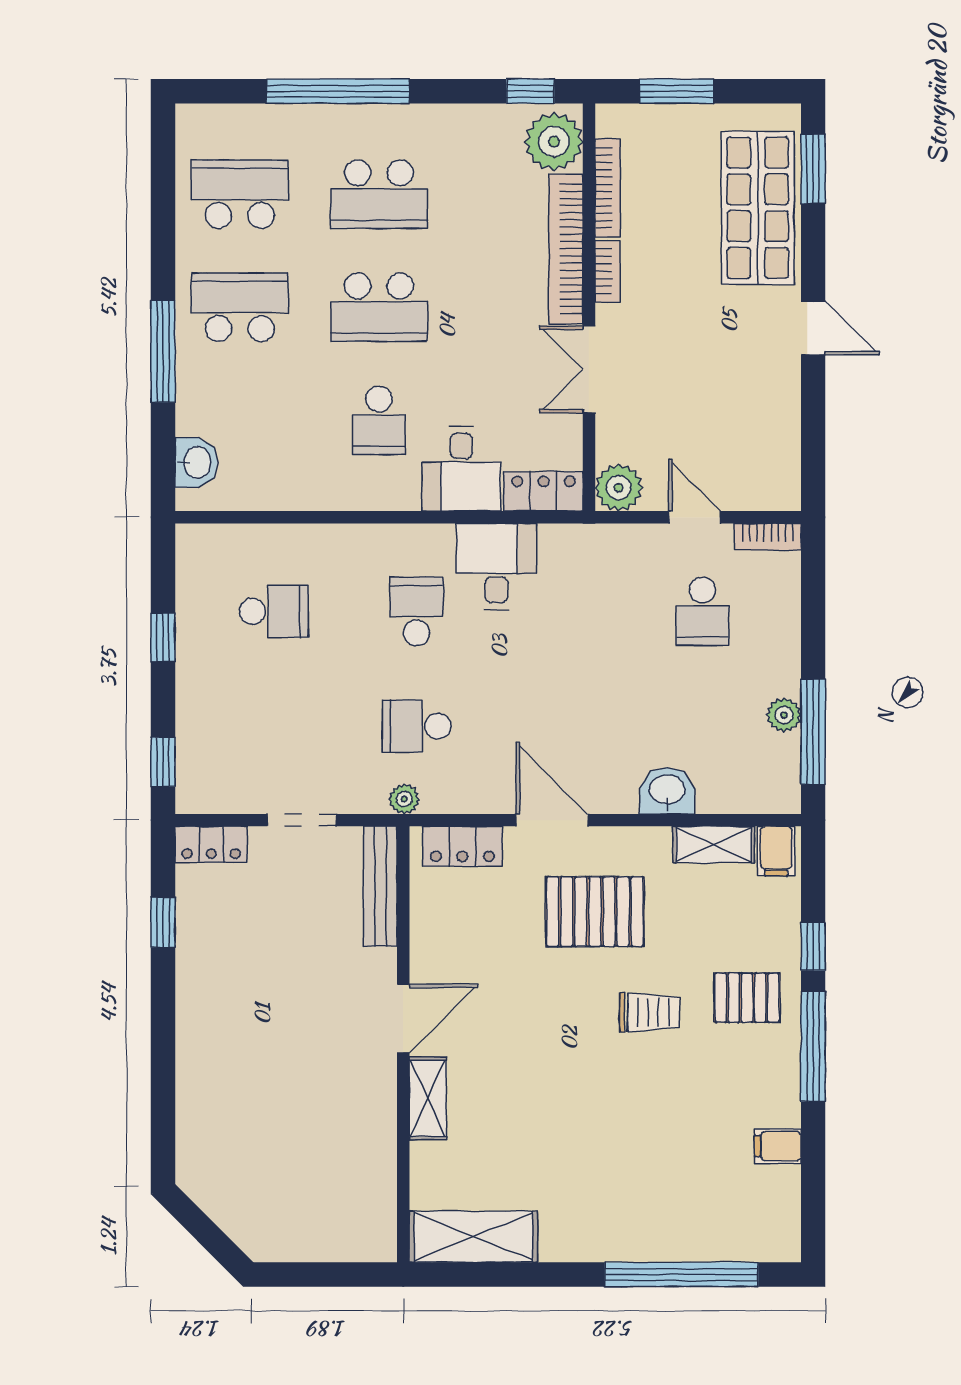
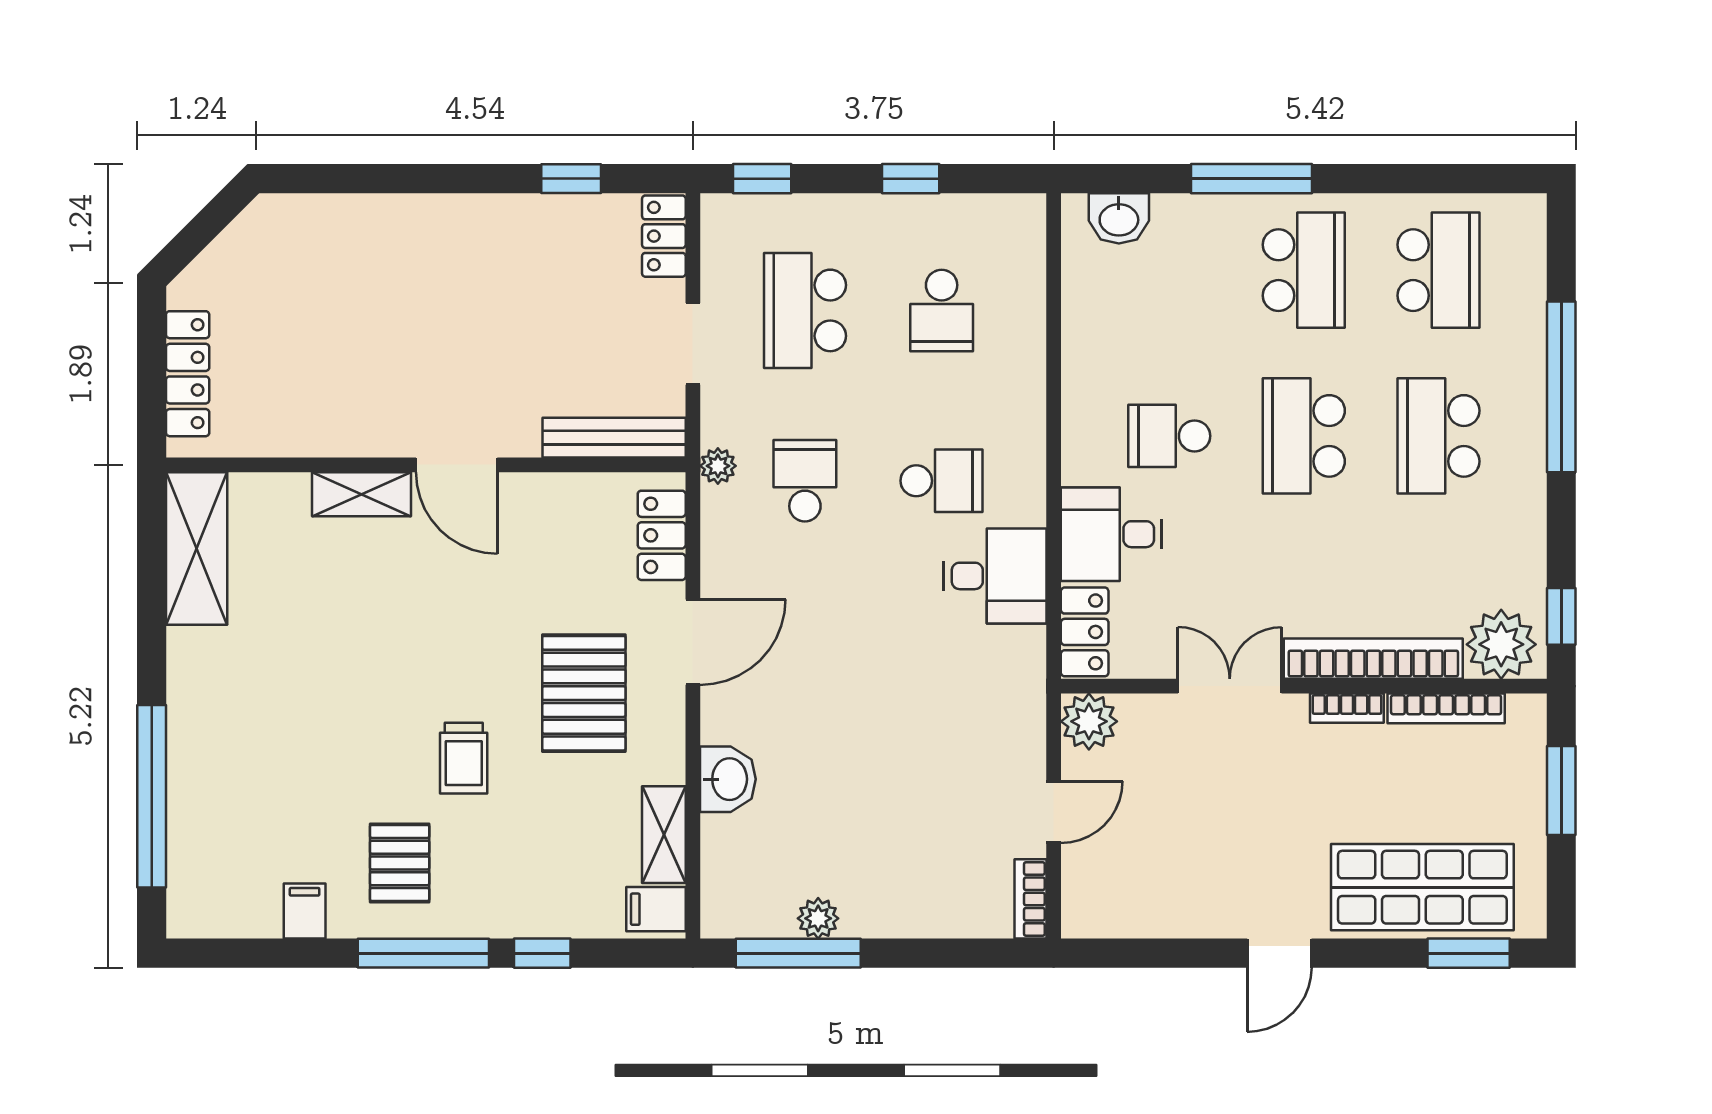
school desk: (702, 611) -> (805, 310), moved, width x1.85
pallet: (747, 998) -> (400, 863), moved
locker: (327, 1244) -> (188, 374), added

